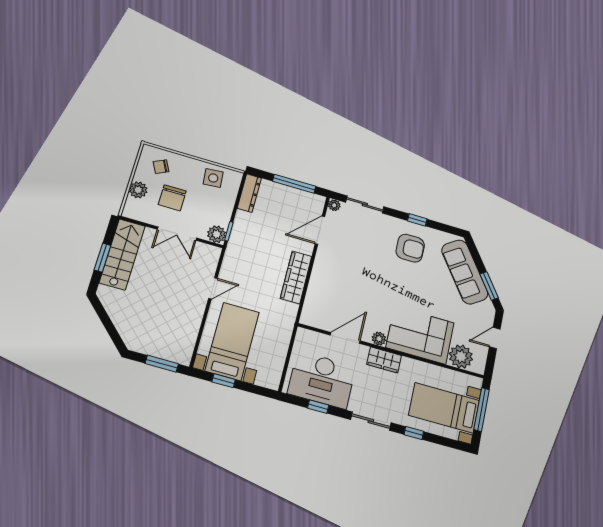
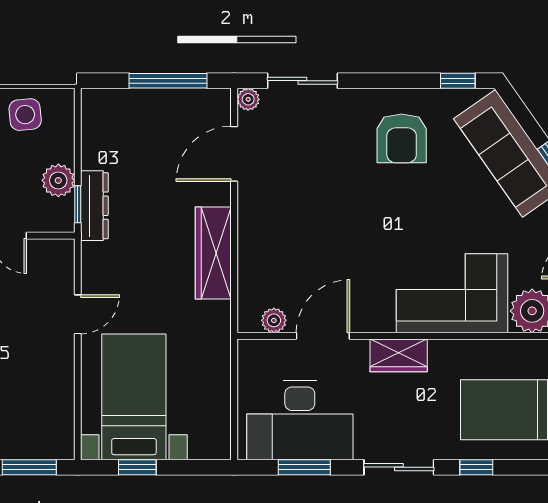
dresser: (249, 193) -> (94, 206), moved
window: (417, 220) -> (458, 81), moved
plant: (217, 234) -> (58, 180), moved
armchair: (410, 248) -> (402, 138), turned 90
plant: (379, 339) -> (274, 320), moved
window: (318, 407) -> (304, 467), width x1.50

